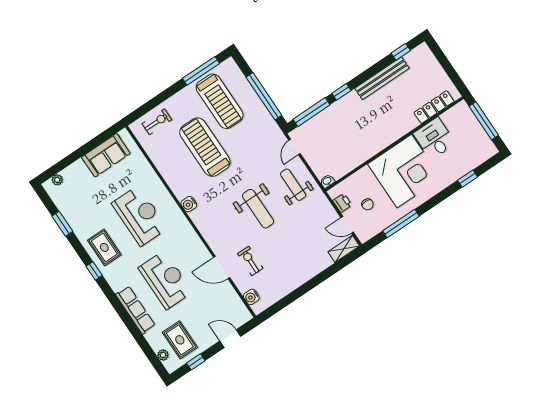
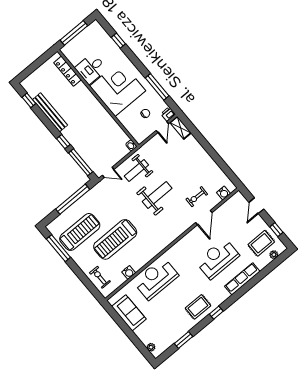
printer: (342, 203) -> (168, 114), moved
water cooler: (189, 204) -> (129, 272), moved
reception desk: (140, 216) -> (156, 279), moved

